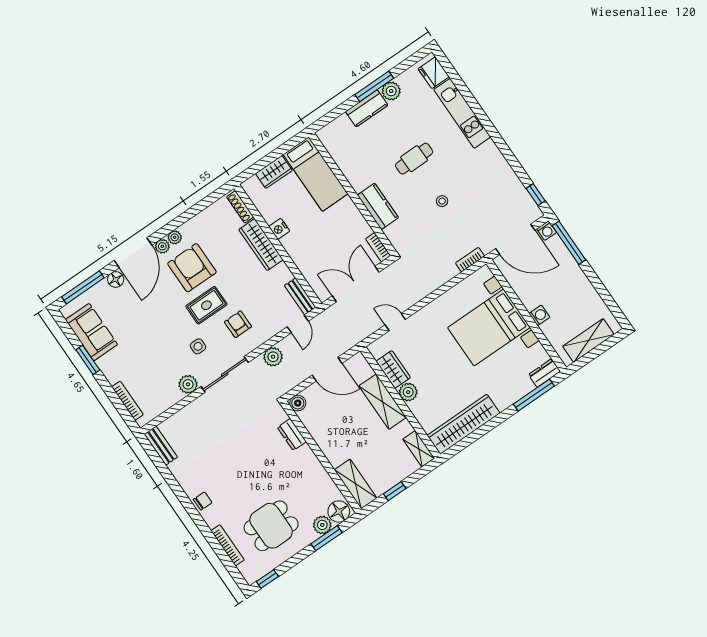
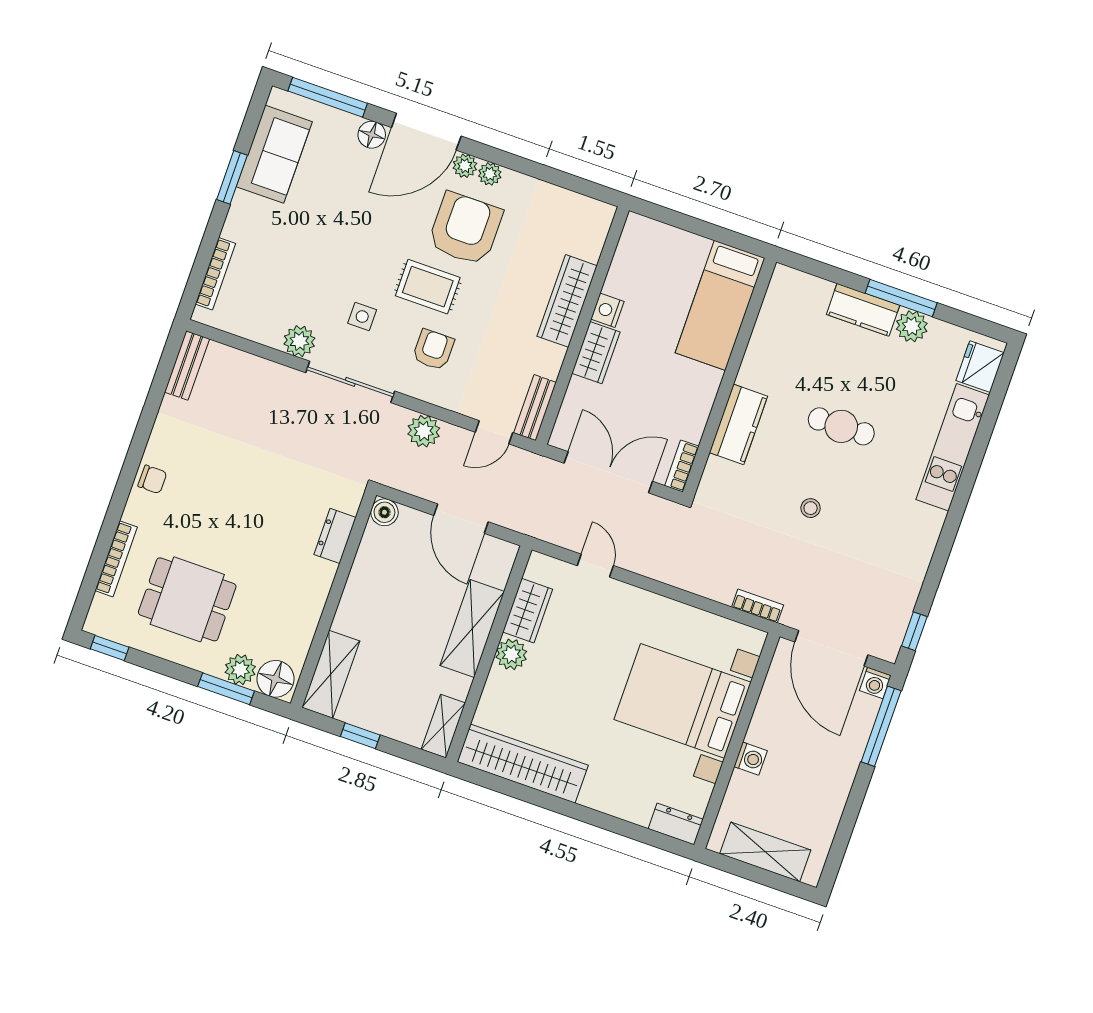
wardrobe: (274, 172) -> (596, 353), moved, turned -90
shoe rack: (240, 207) -> (598, 234), removed
window: (534, 395) -> (634, 832), removed

